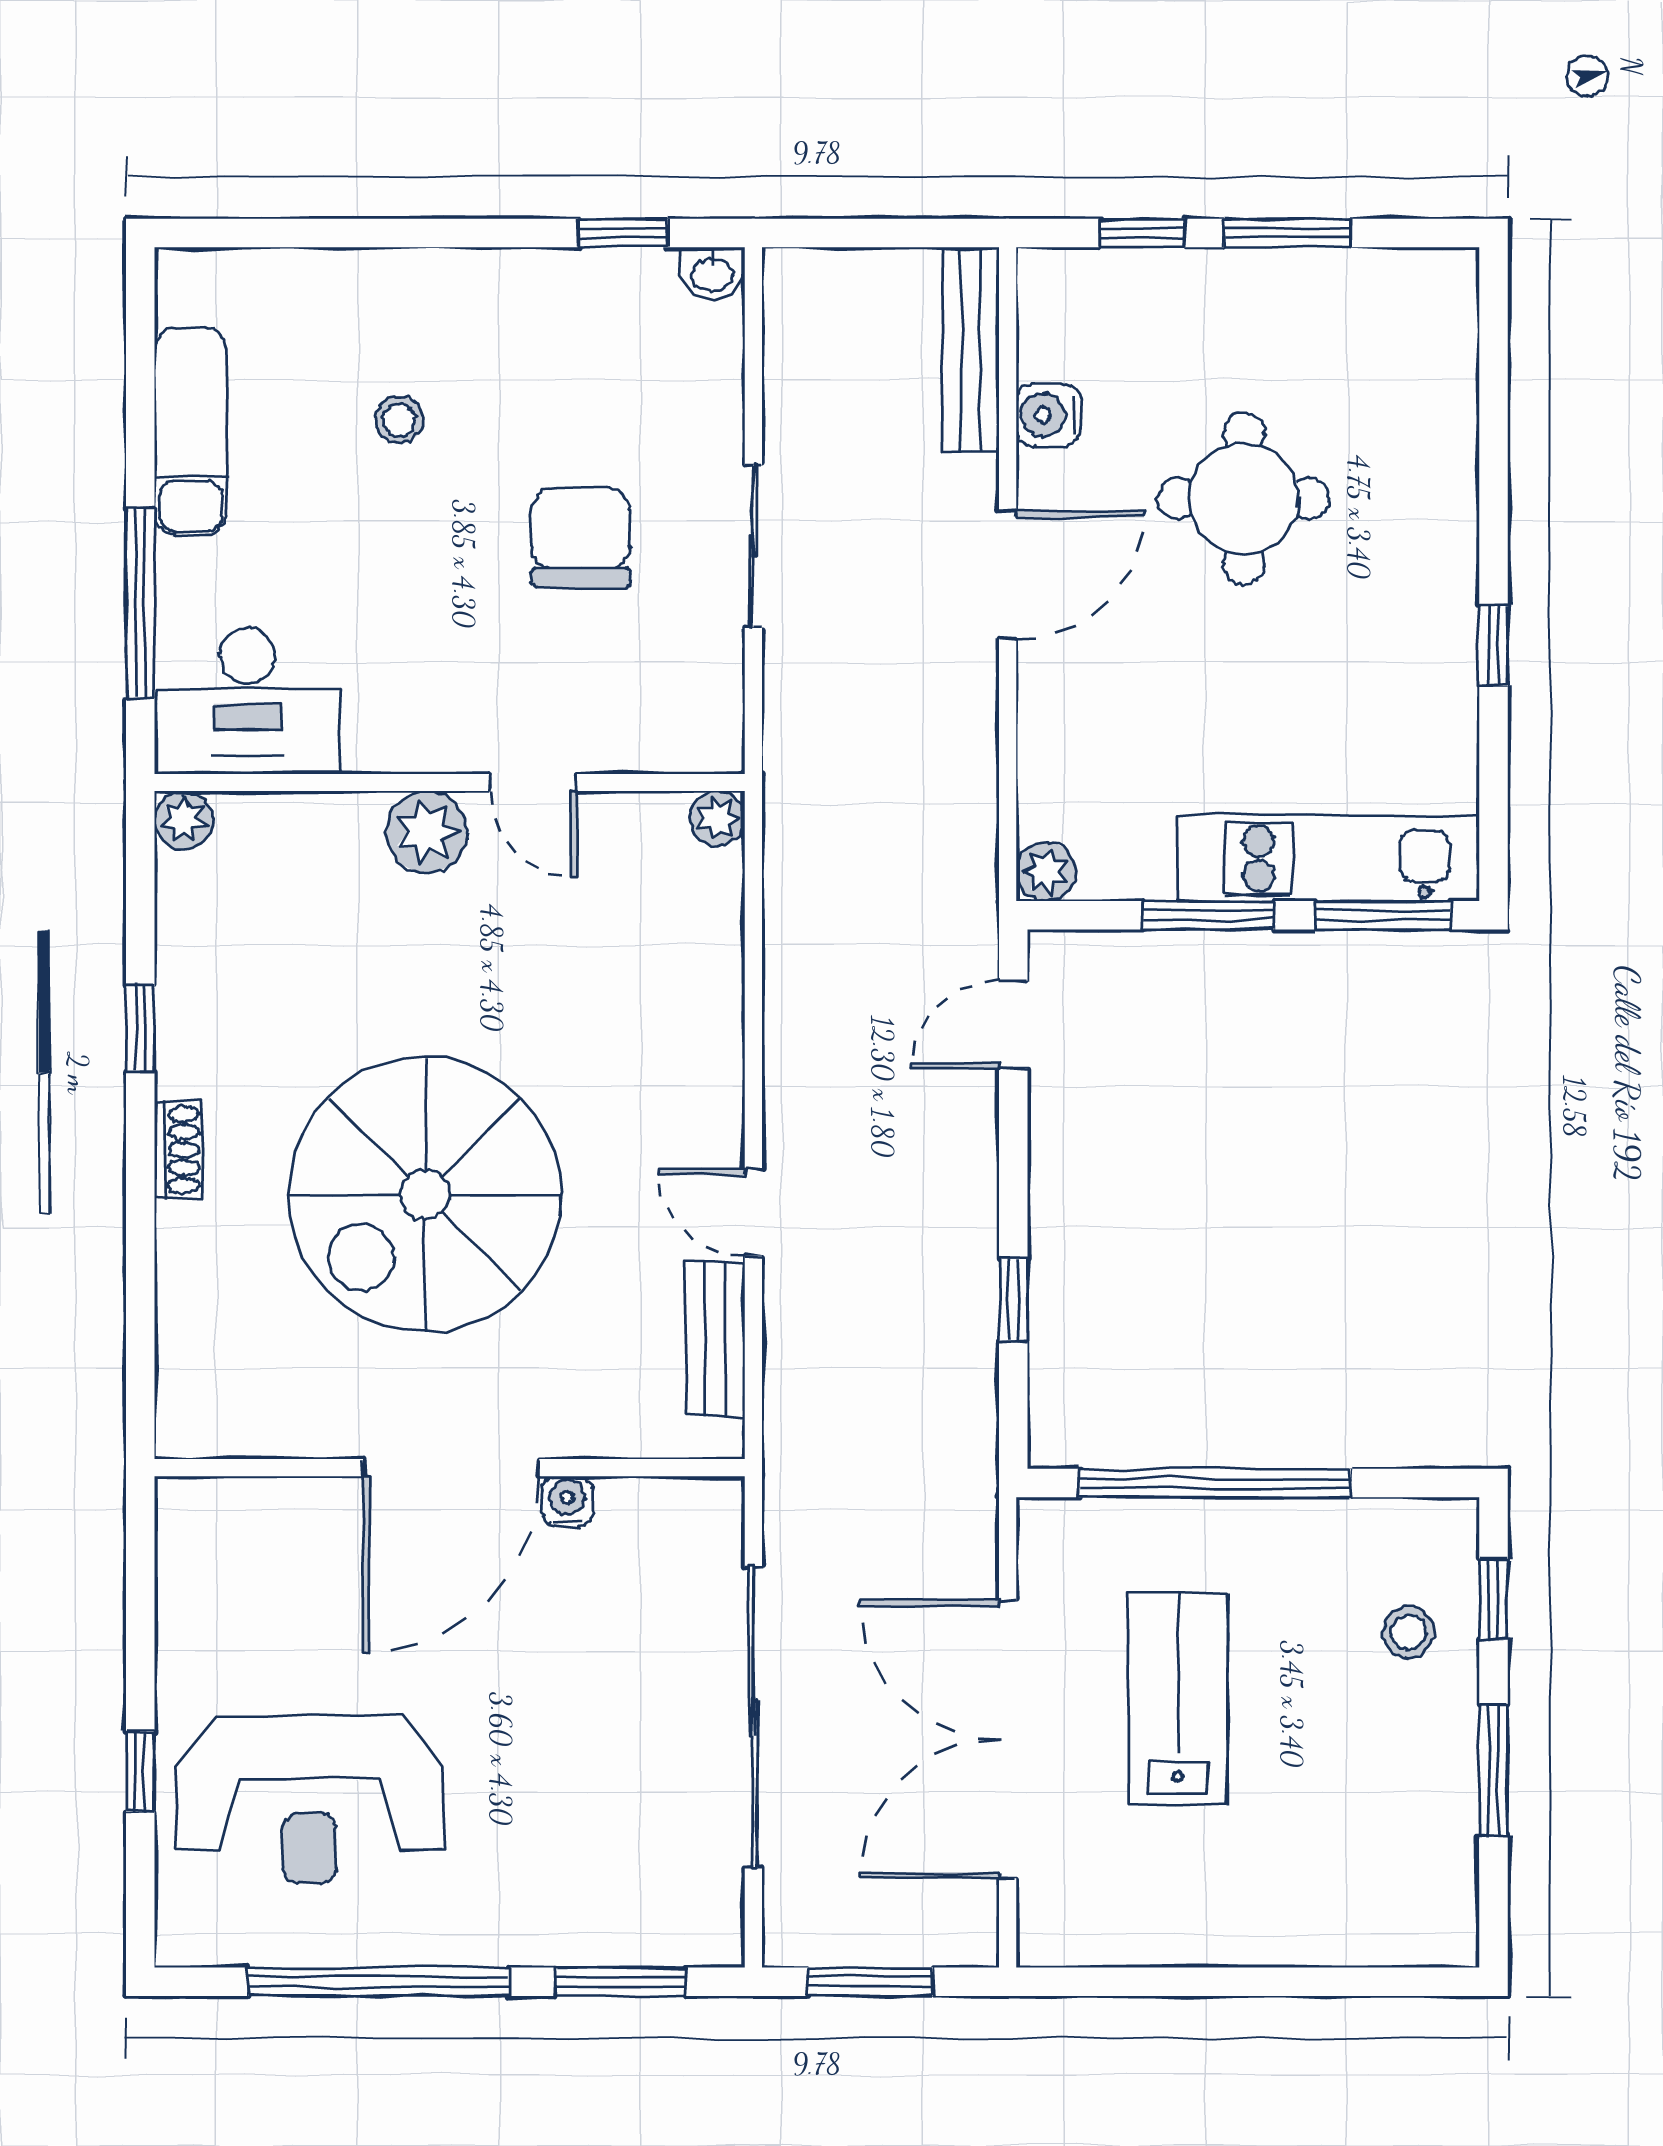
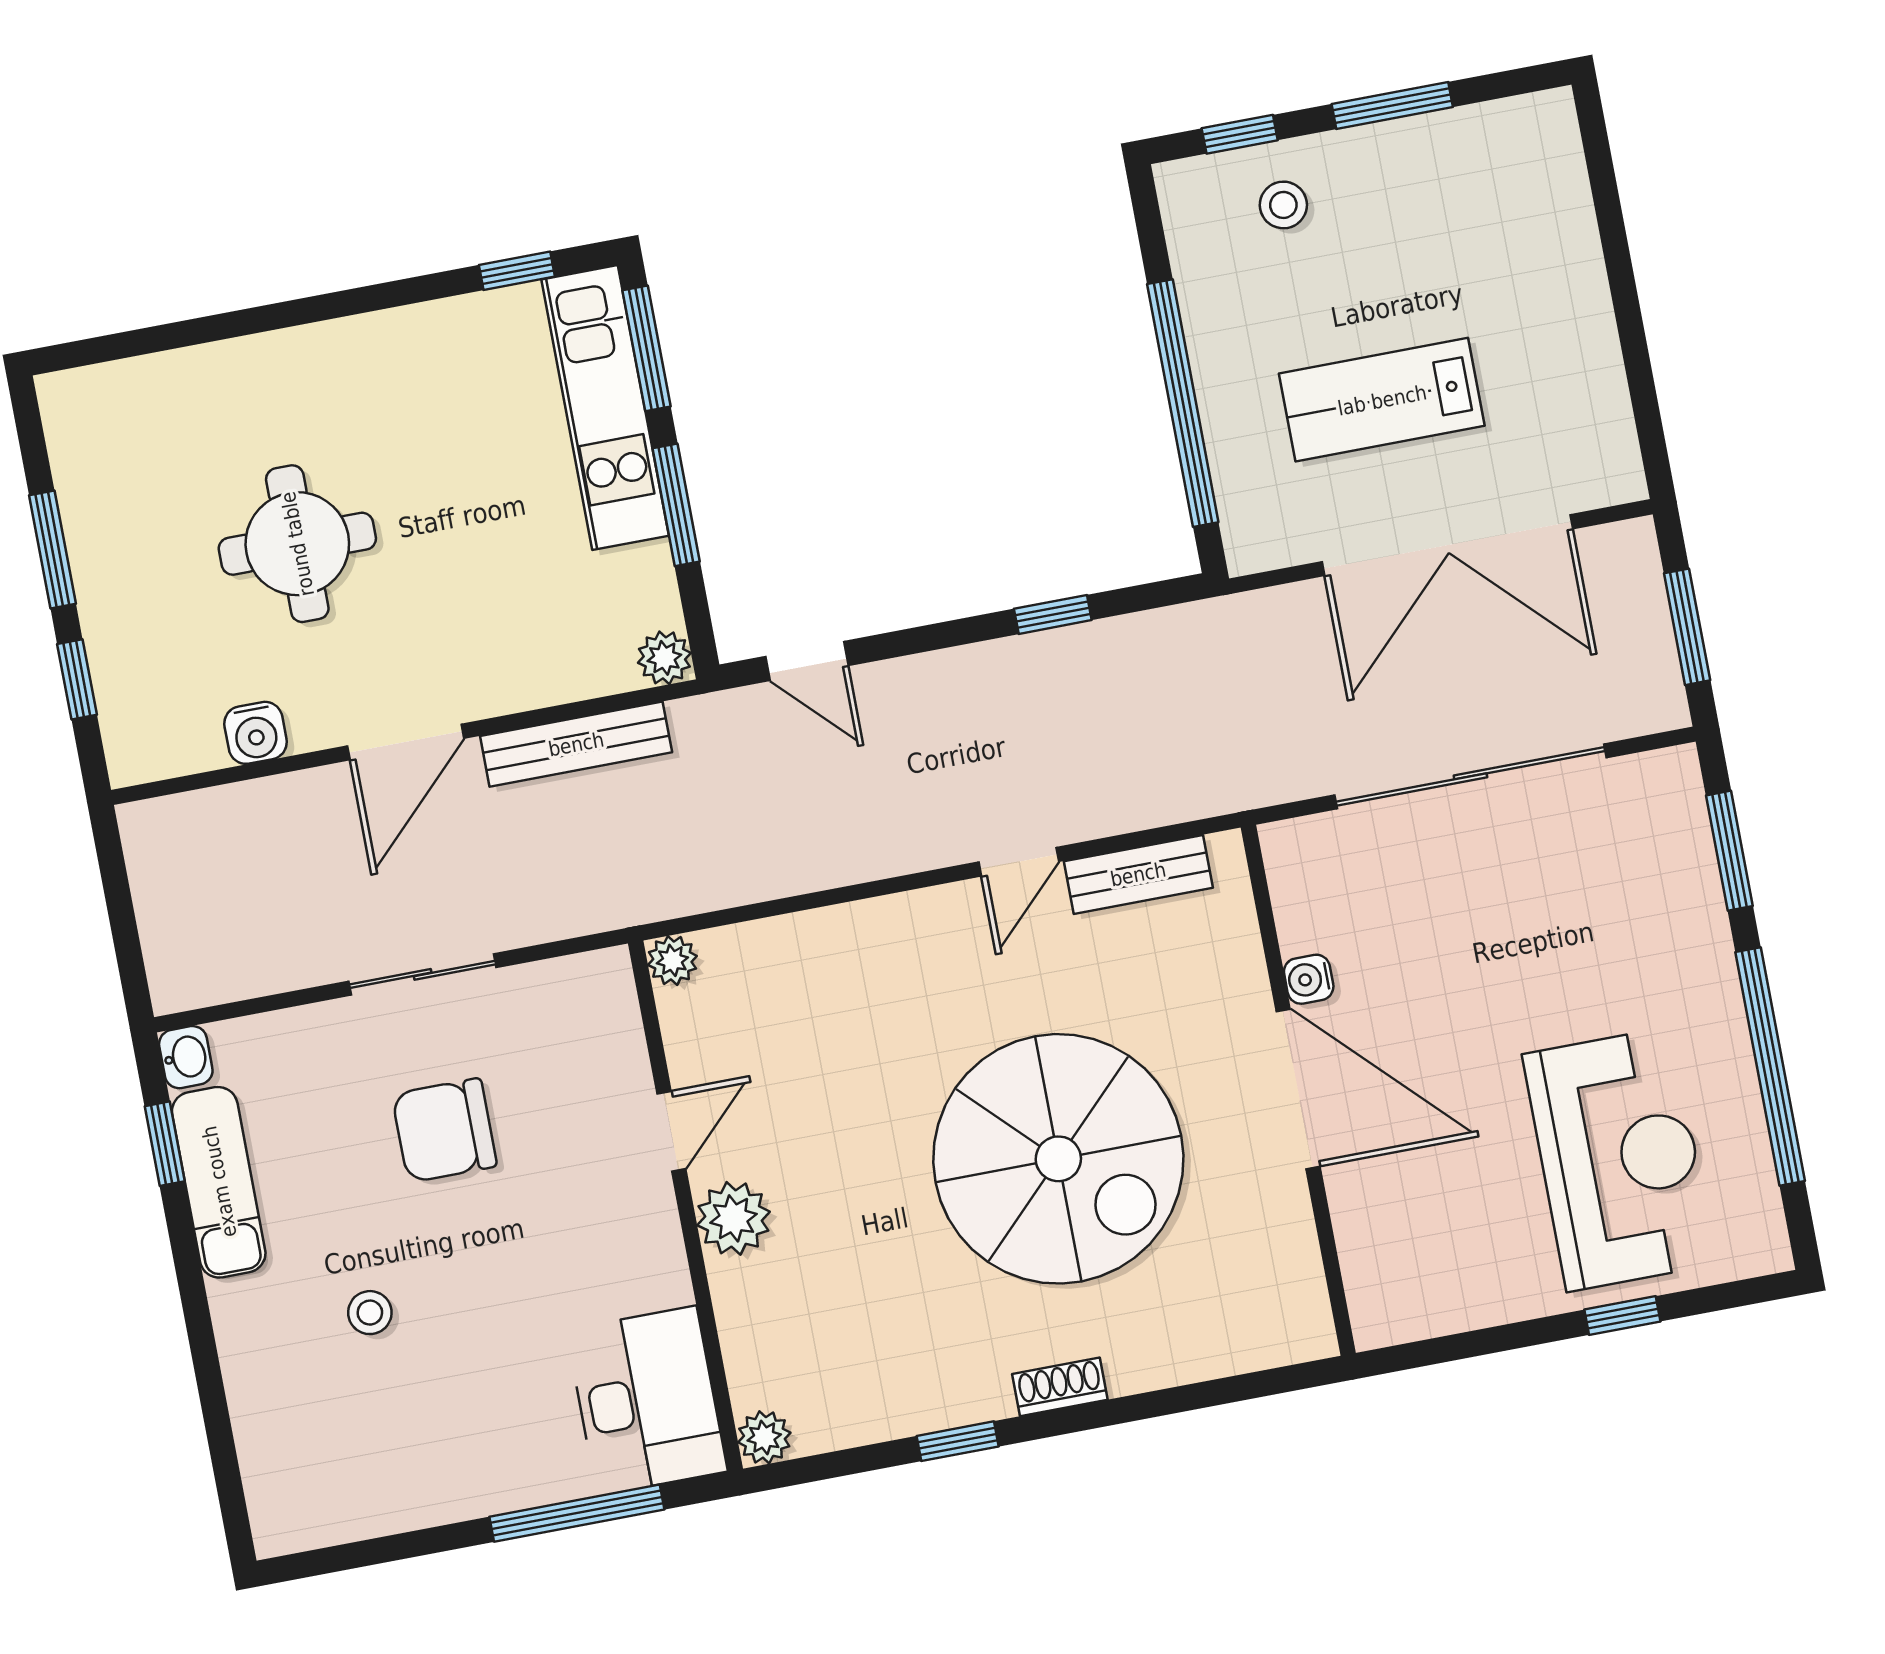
bench: (971, 349) -> (576, 744), moved
exam couch: (191, 431) -> (219, 1182), moved, turned 90
door: (1008, 575) -> (406, 742), swing flipped
window: (1493, 646) -> (517, 271), moved

